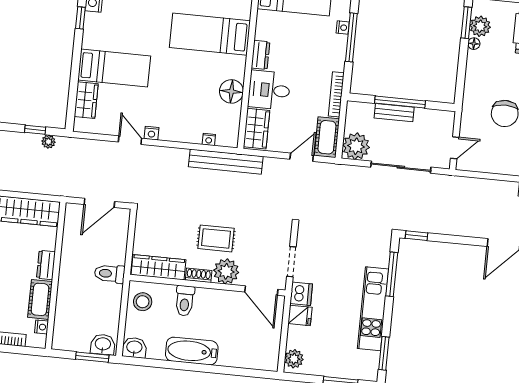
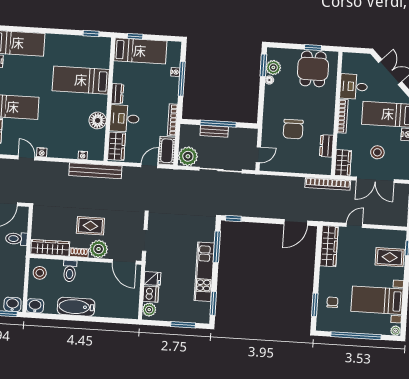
toilet: (110, 274) -> (16, 239), moved
dishwasher: (301, 294) -> (151, 294), moved

